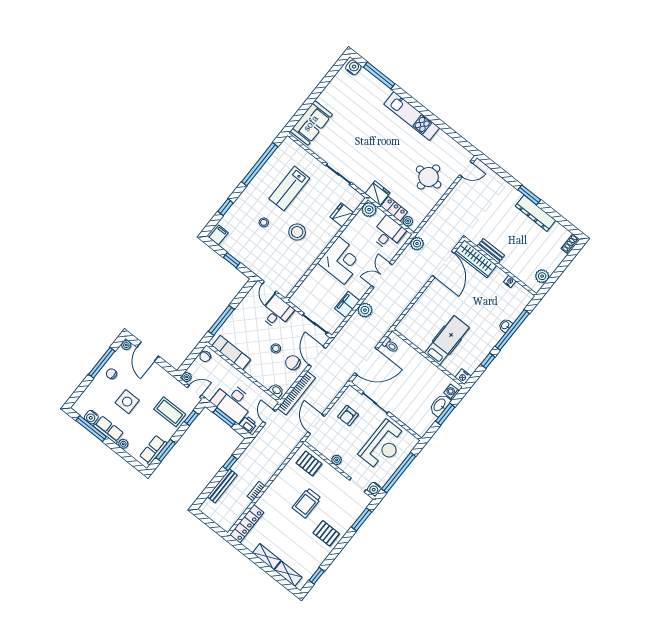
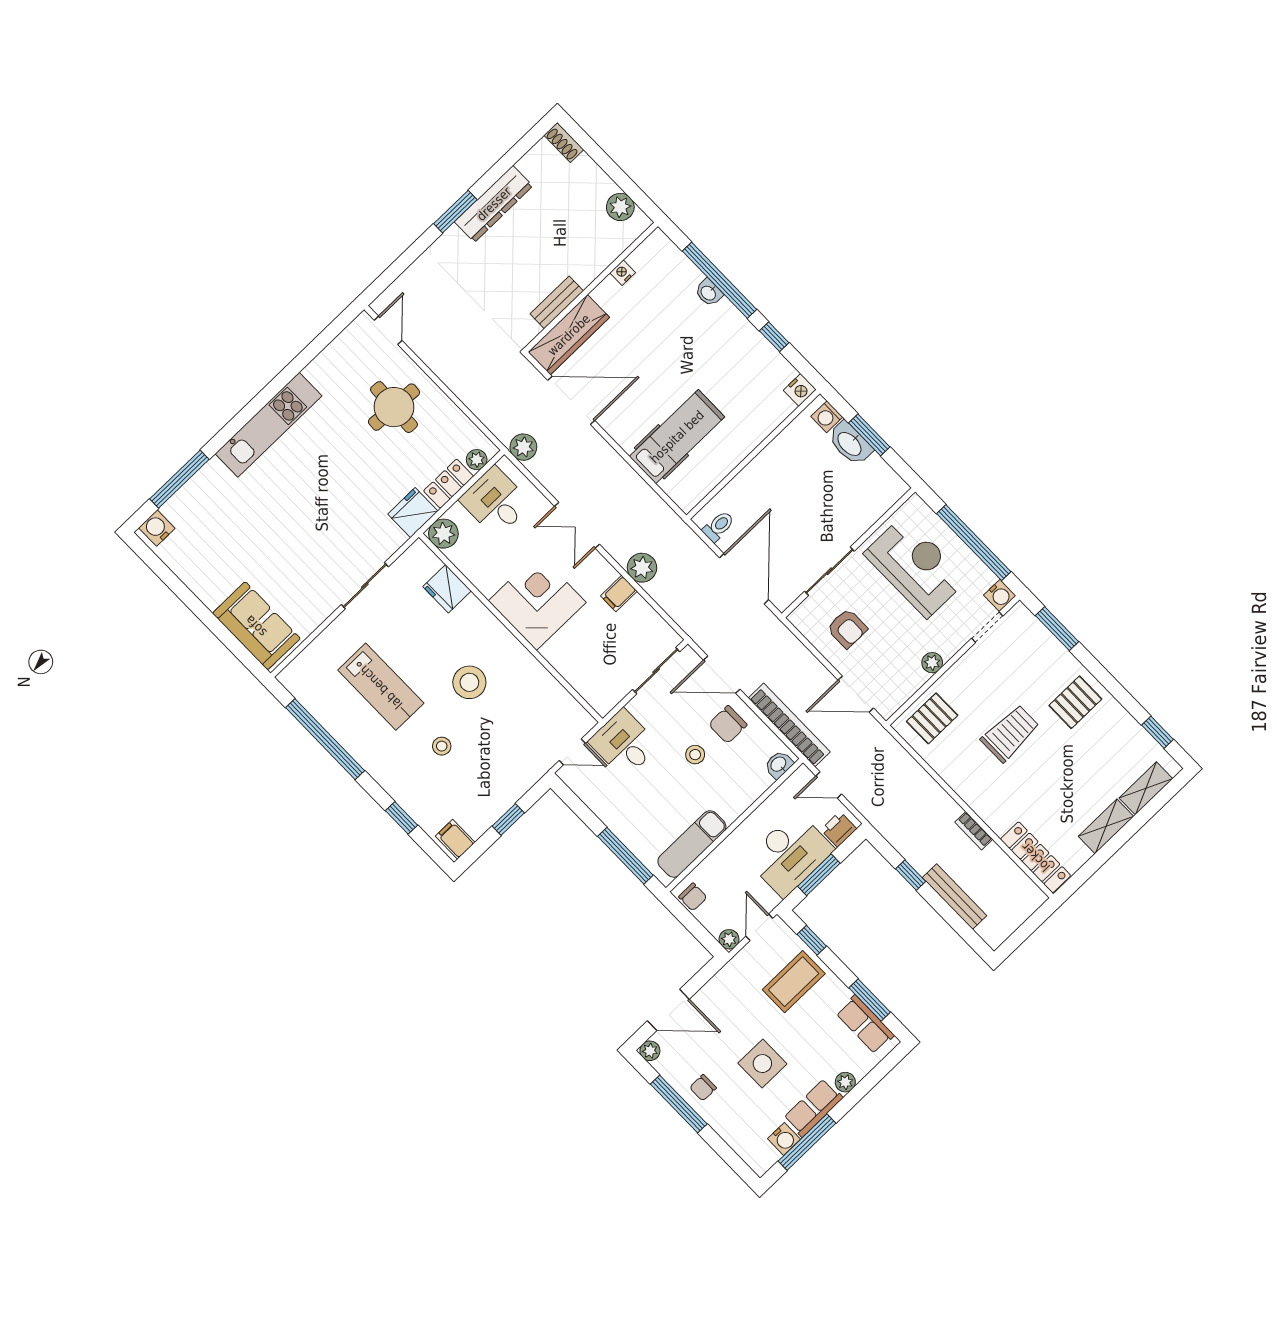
filing cabinet: (347, 305) -> (619, 594), width x0.50
hospital bed: (447, 340) -> (677, 437), moved, turned 90
trolley: (307, 503) -> (1010, 733), turned -90

